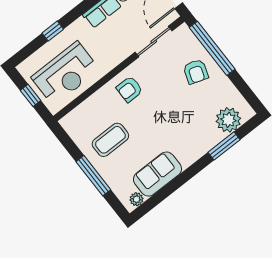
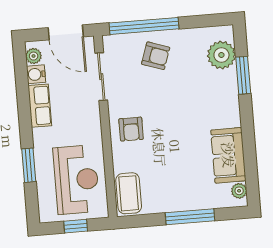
window: (53, 31) -> (29, 165), width x1.50
coffee table: (110, 140) -> (129, 193), moved

